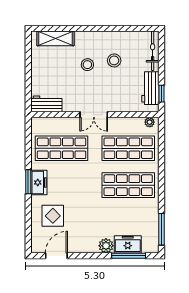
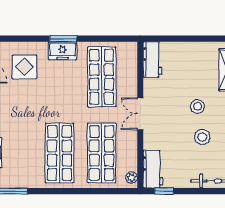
workbench: (150, 88) -> (153, 169), moved, turned 90

